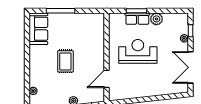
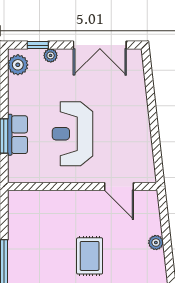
plant: (156, 19) -> (18, 65), moved
rug: (65, 61) -> (90, 256), turned 90

